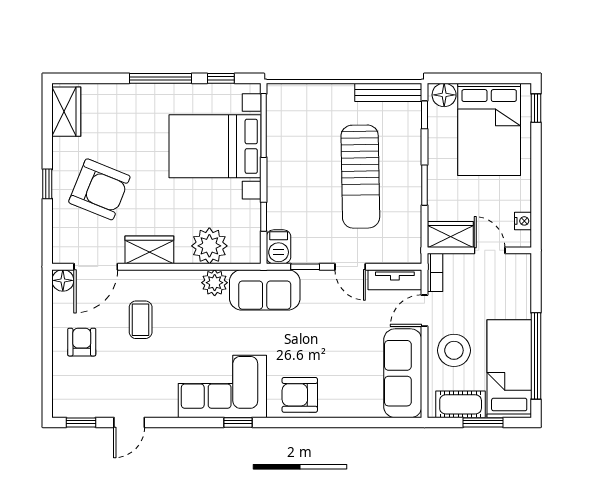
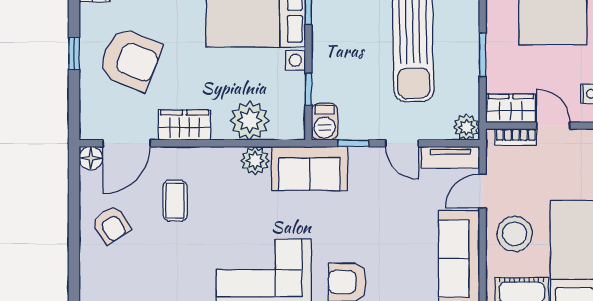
plant: (410, 252) -> (467, 127), added
bookcase: (435, 272) -> (516, 137), moved, turned 90
armchair: (82, 342) -> (111, 225), turned 147

